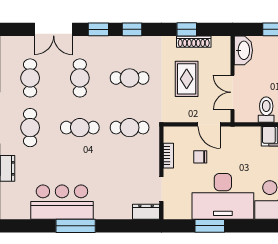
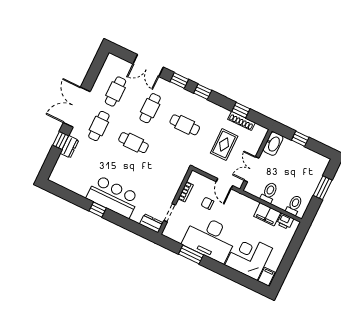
cafe table: (130, 128) -> (168, 159), removed
bar counter: (62, 202) -> (113, 197), moved
window: (76, 226) -> (98, 210), width x0.46

